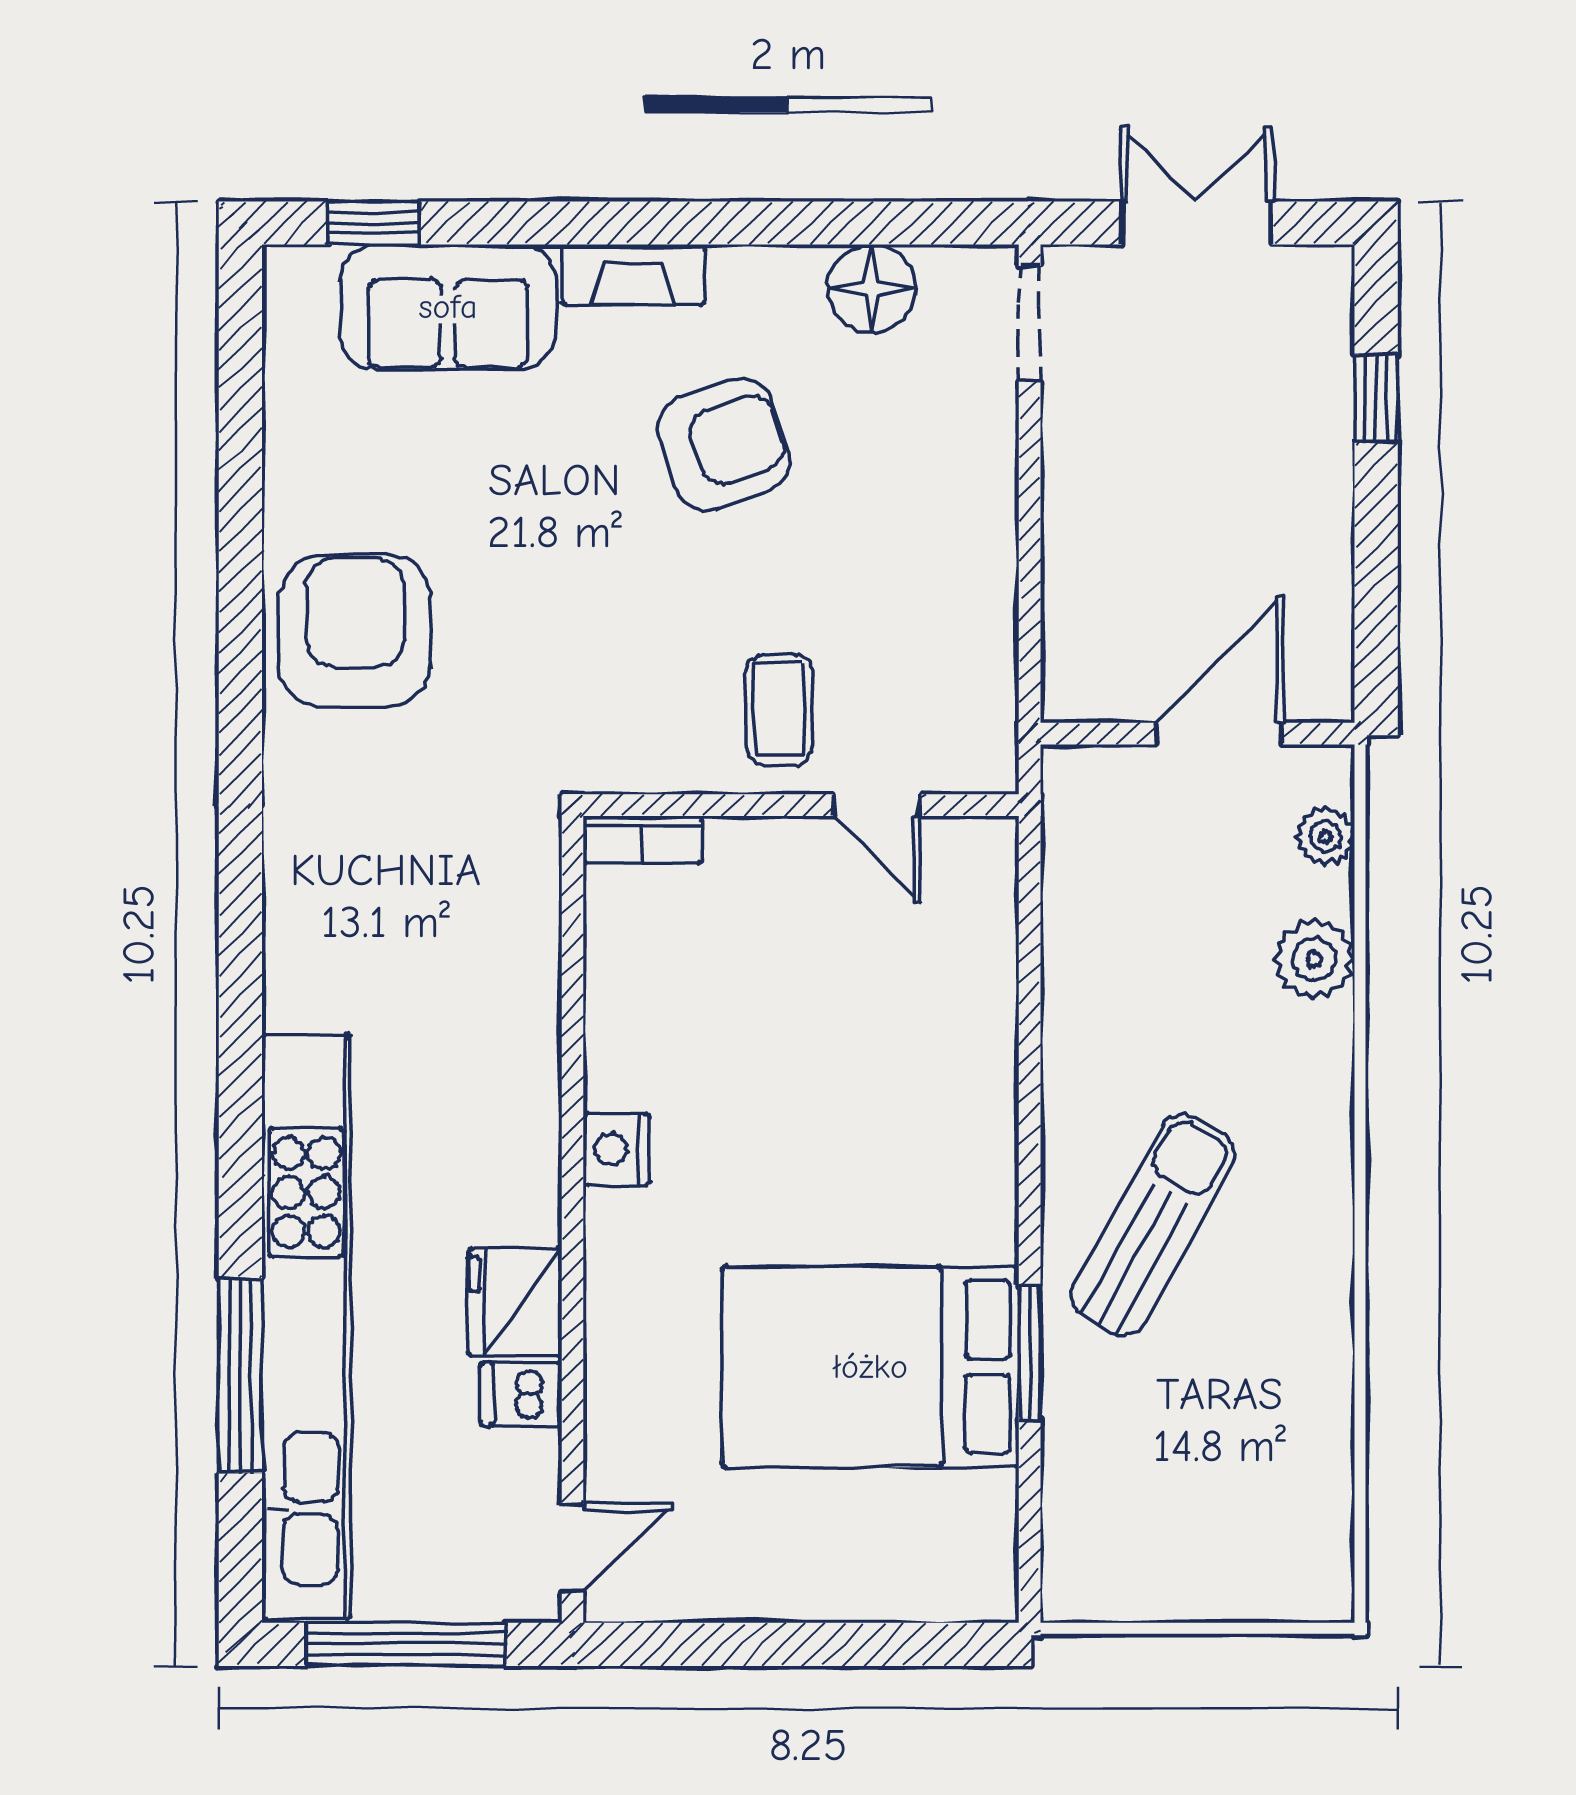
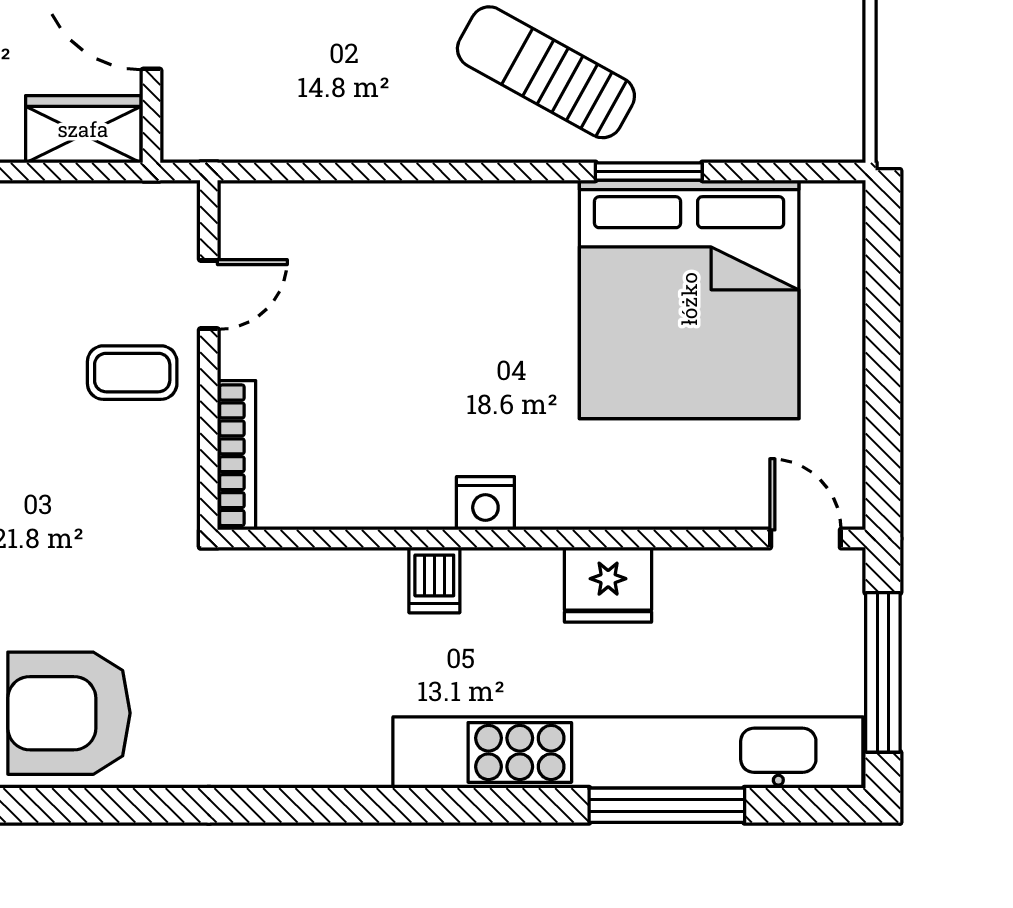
wardrobe: (1082, 649) -> (83, 129), added
bookcase: (643, 840) -> (237, 455), width x1.56
bed: (870, 1367) -> (689, 299), width x1.36
dishwasher: (521, 1394) -> (434, 580), moved

